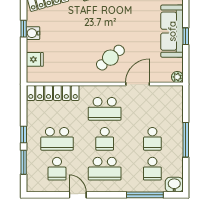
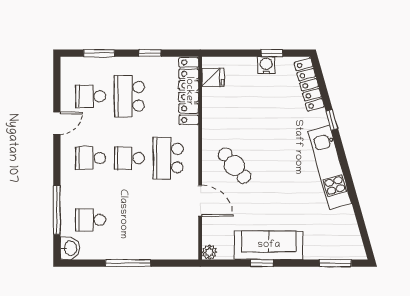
fridge: (35, 59) -> (213, 77), moved, turned -90
window: (24, 134) -> (150, 53), moved
school desk: (152, 139) -> (129, 220), removed
school desk: (105, 169) -> (91, 158), width x0.54

